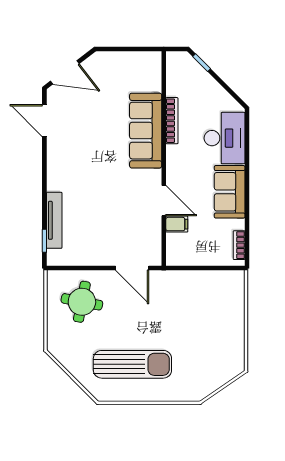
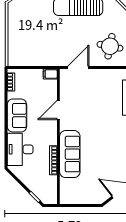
door: (164, 201) -> (58, 110), hinge flipped
filing cabinet: (177, 224) -> (50, 74), moved
door: (132, 268) -> (78, 67), hinge flipped

